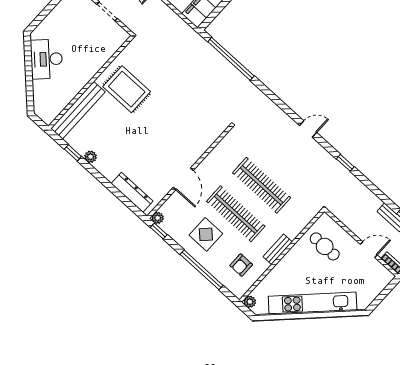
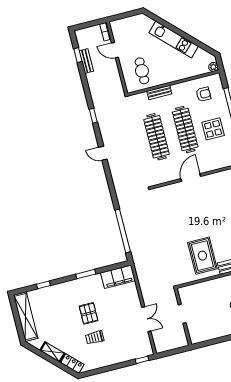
door: (183, 179) -> (191, 178), moved
bench: (278, 249) -> (159, 92), moved
kitchen unit: (313, 303) -> (174, 40), width x0.73

